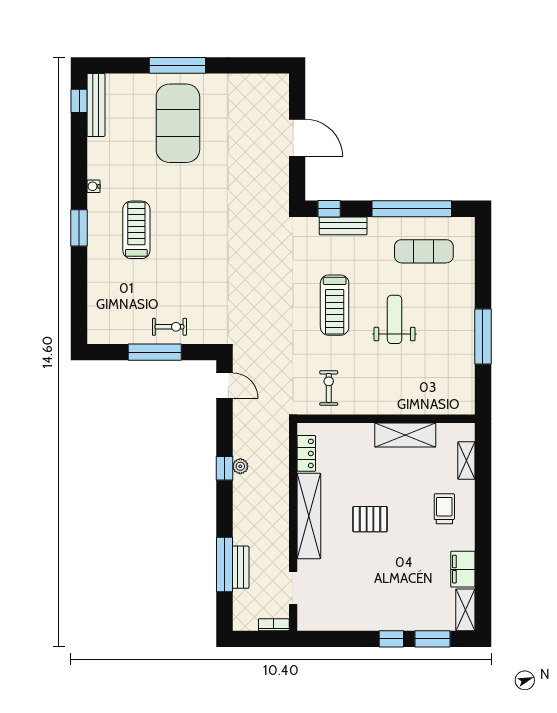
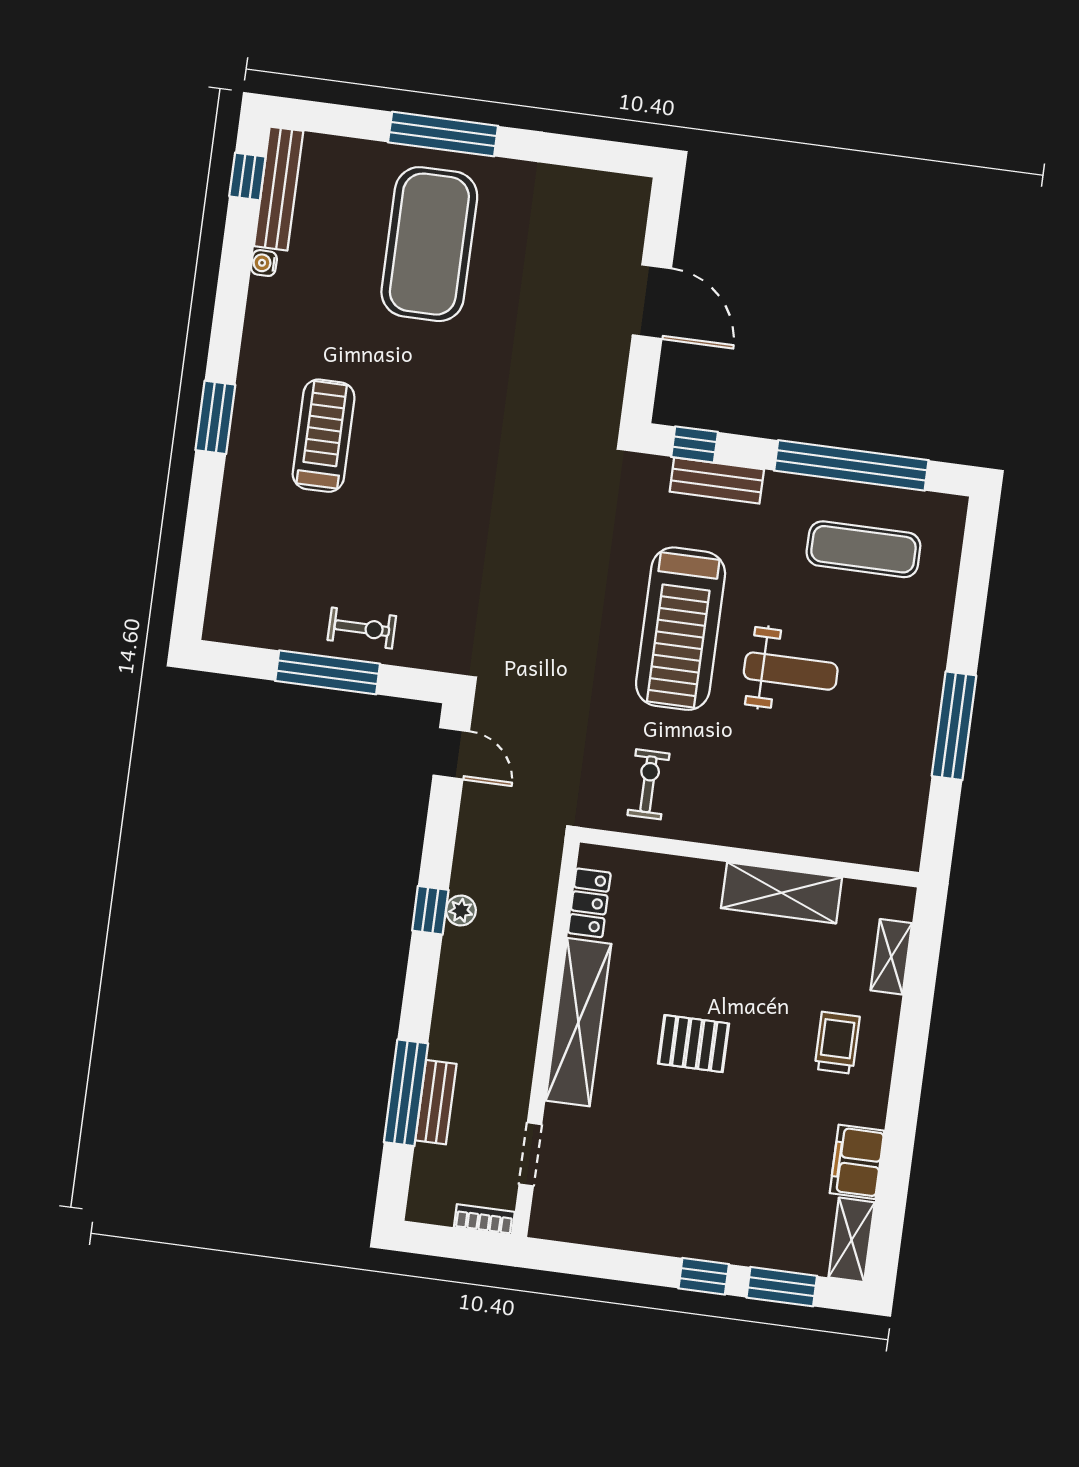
water cooler: (94, 186) -> (264, 263), moved
treadmill: (335, 305) -> (681, 629), width x1.37, depth x1.38
weight bench: (395, 319) -> (791, 671), turned 90

